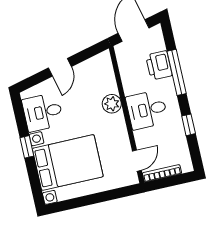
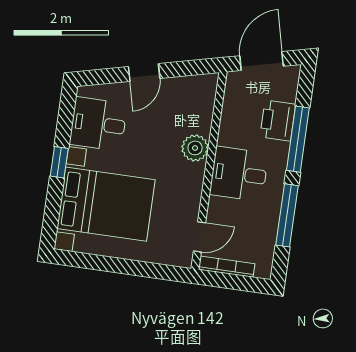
window: (189, 125) -> (287, 215), width x2.17

